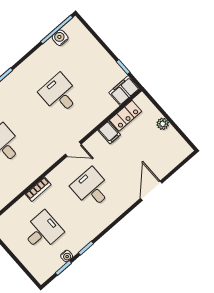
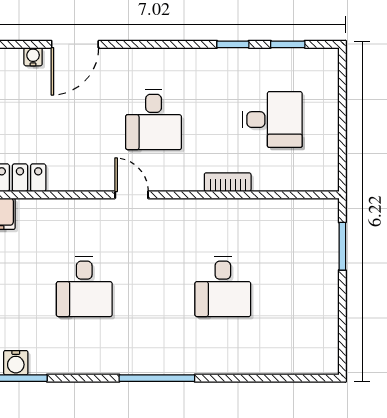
filing cabinet: (109, 132) -> (62, 174), removed
desk: (42, 231) -> (272, 120), turned 180
water cooler: (67, 256) -> (33, 57), moved

